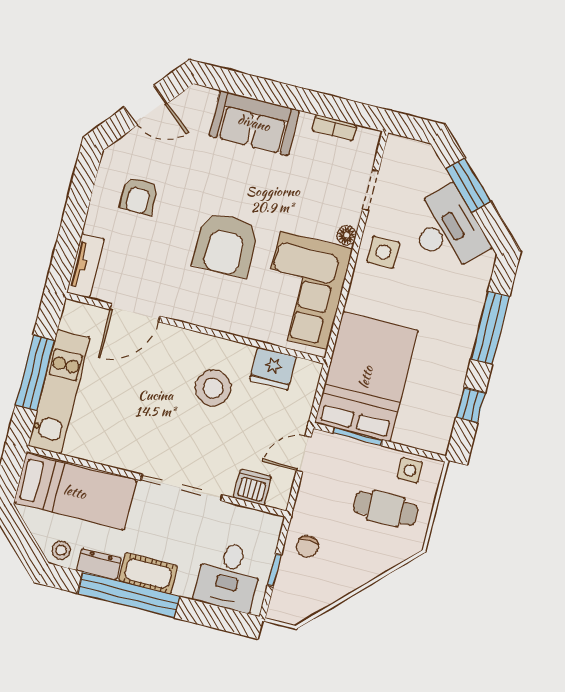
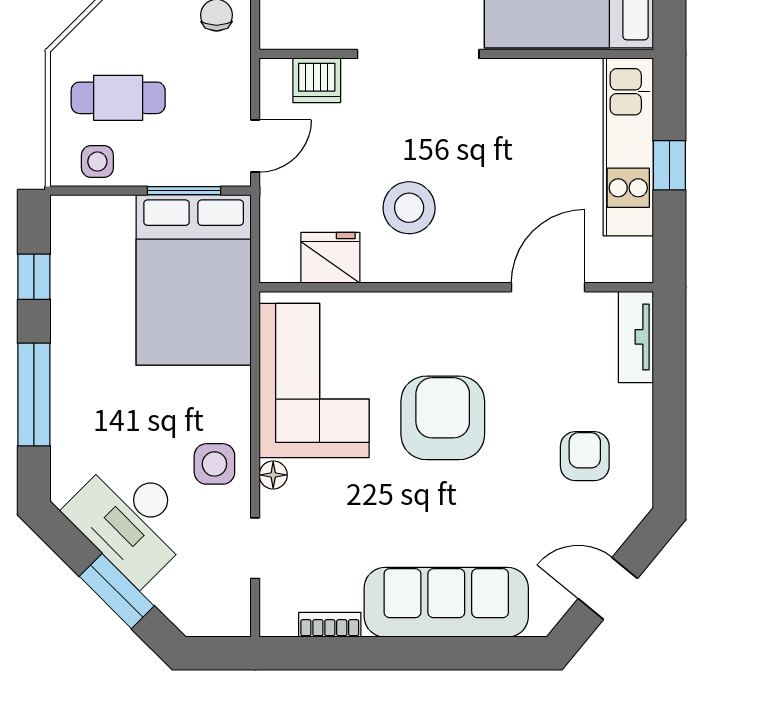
sofa: (254, 123) -> (446, 602), width x1.36
window: (35, 373) -> (669, 165), width x0.46

